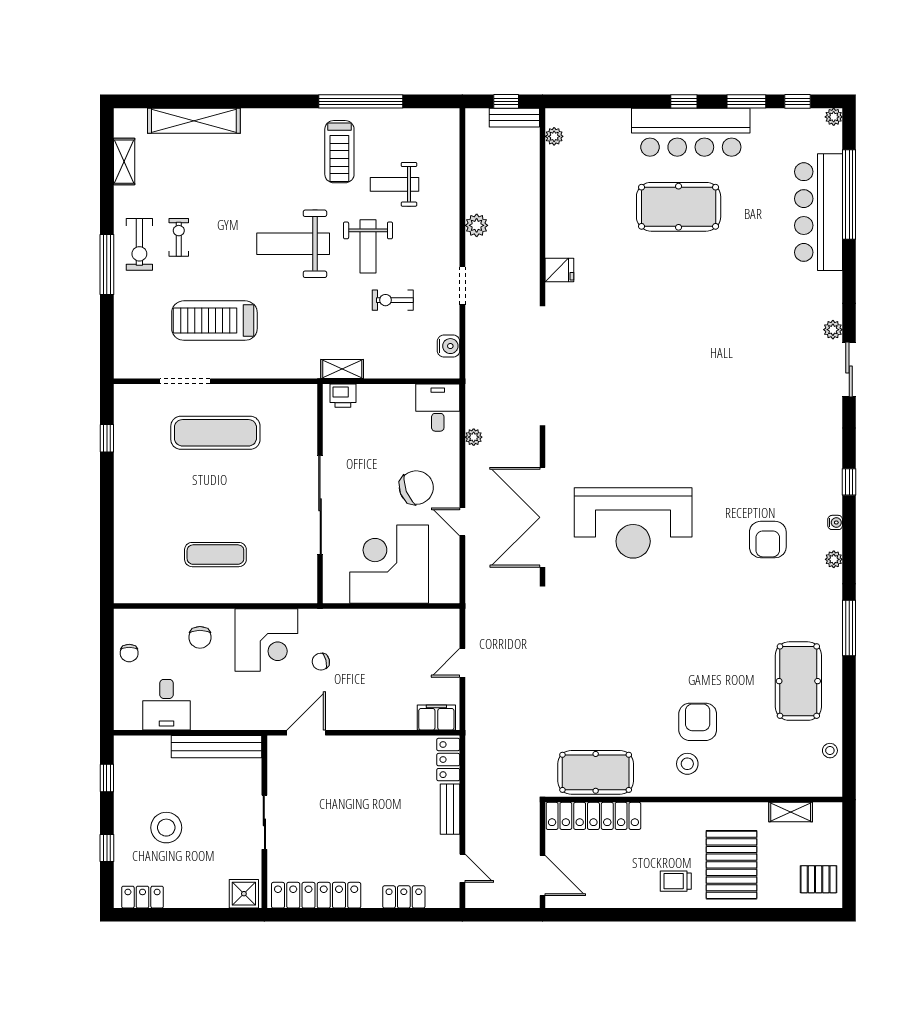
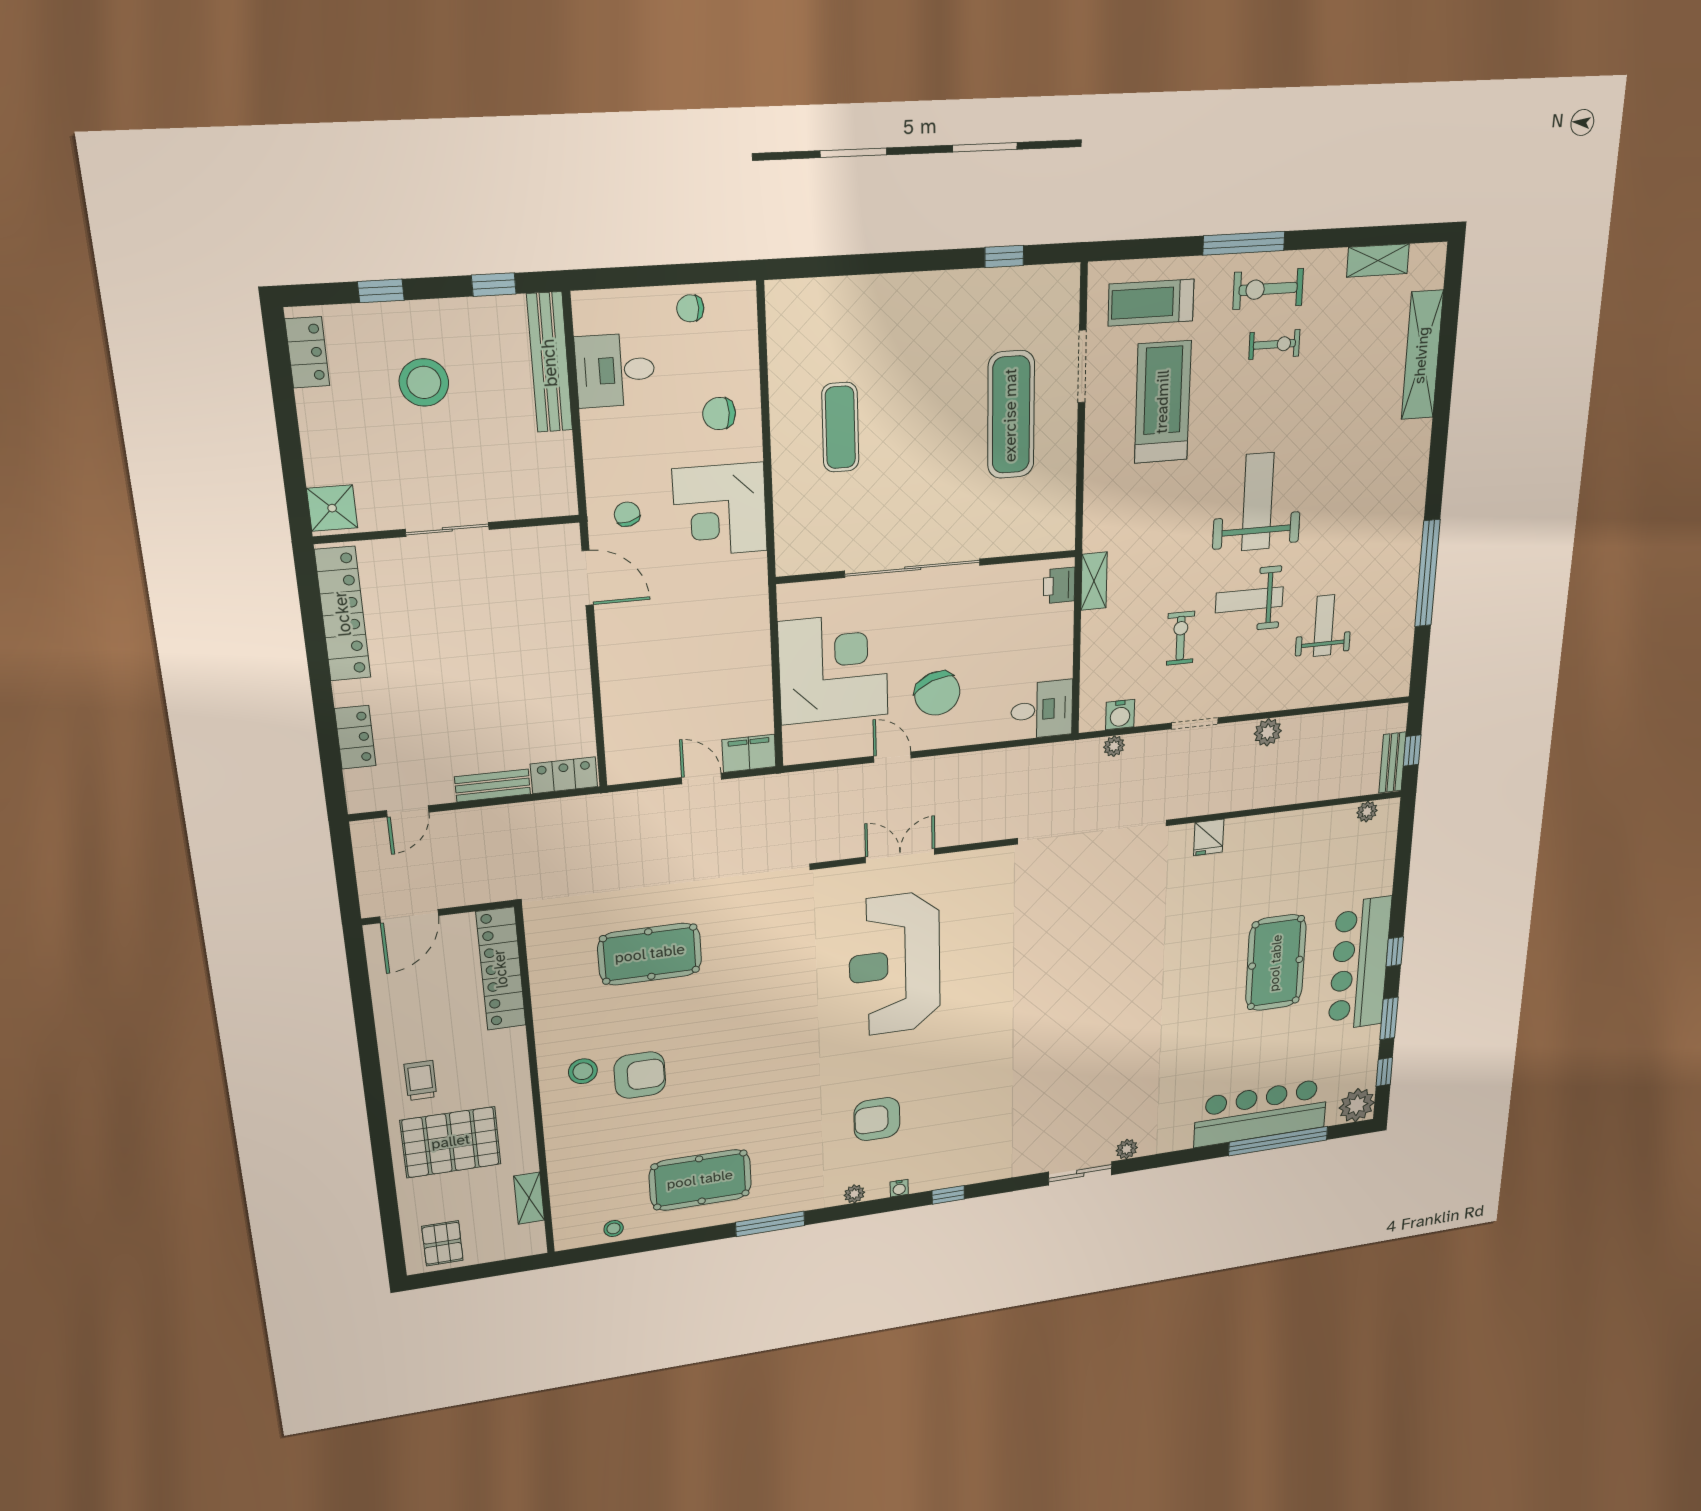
plant: (834, 117) -> (1357, 1105), width x1.88, depth x1.88
treadmill: (339, 152) -> (1151, 303), moved
plant: (474, 437) -> (1114, 746), moved
double door: (542, 517) -> (900, 856), width x0.54
door: (462, 522) -> (892, 757), hinge flipped
chair: (321, 662) -> (627, 514), moved
filing cabinet: (436, 717) -> (749, 753), moved, turned -90
bench: (217, 747) -> (550, 363), moved
pool table: (596, 772) -> (650, 954), moved, turned 90

